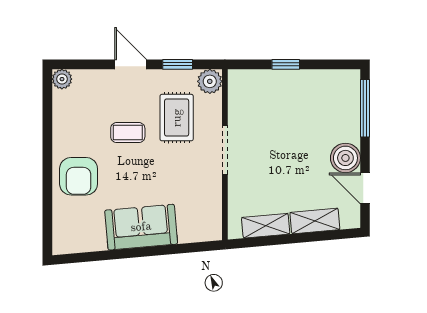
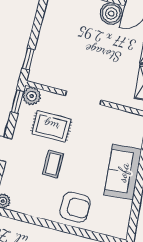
window: (178, 64) -> (17, 102), moved
window: (286, 64) -> (28, 59), moved

